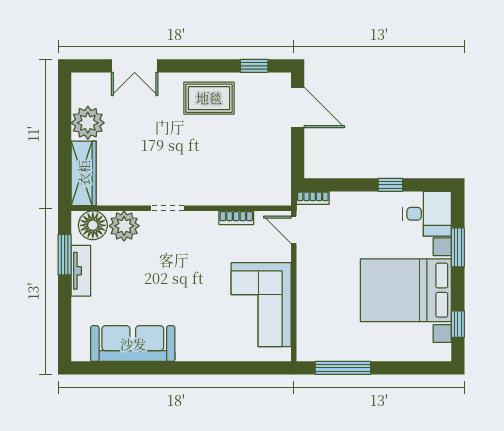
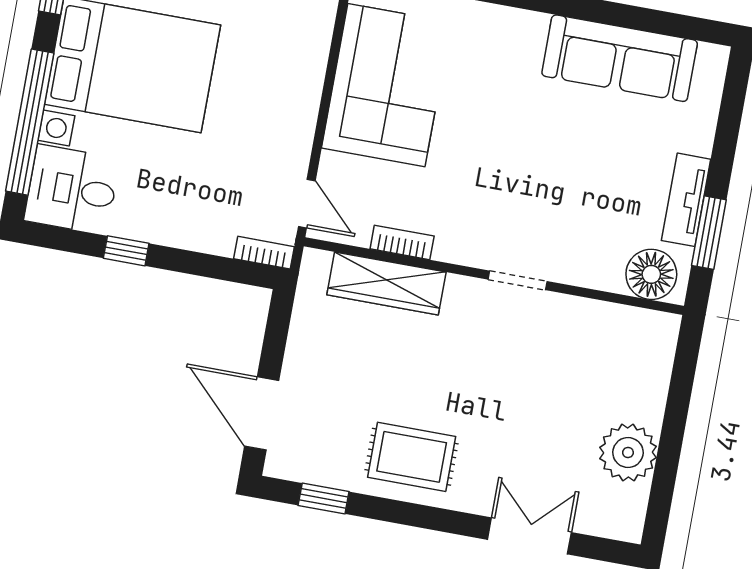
wardrobe: (84, 173) -> (386, 283), moved, turned -90
plant: (124, 226) -> (598, 263), removed
window: (458, 247) -> (30, 122), width x2.11

